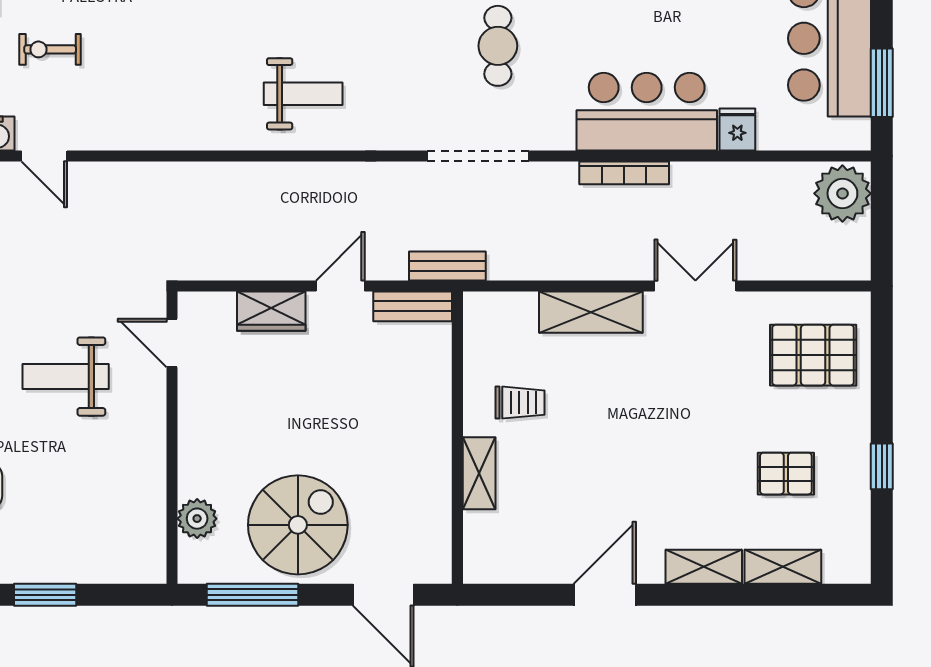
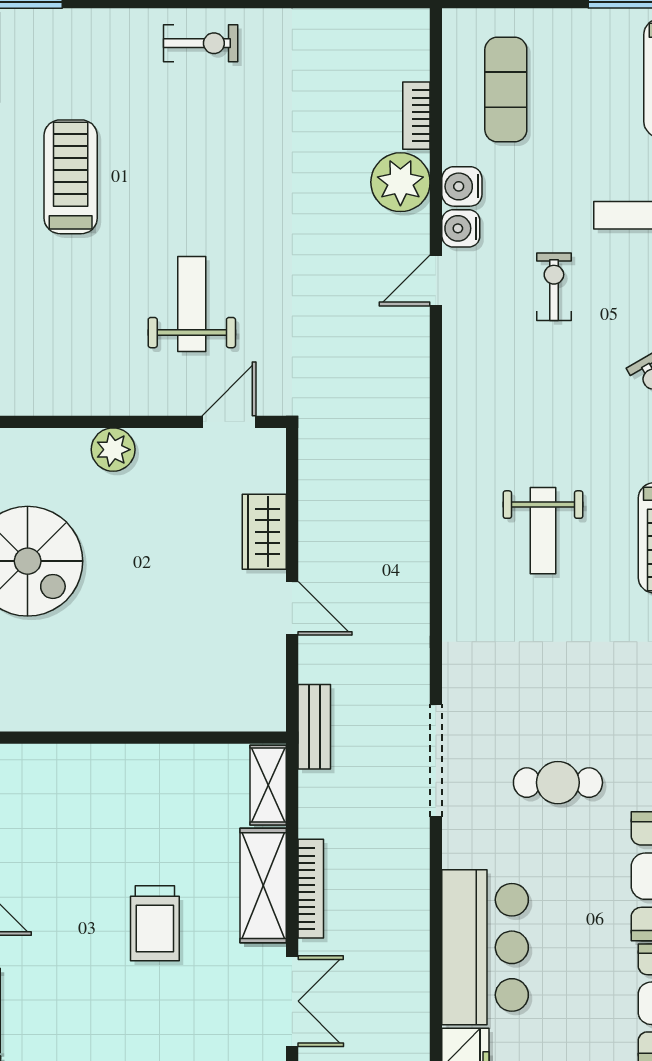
weight bench: (303, 94) -> (543, 531), moved
bookcase: (624, 173) -> (311, 889), moved, turned 180
bench: (413, 306) -> (269, 688), removed
trolley: (520, 403) -> (155, 923), moved, width x1.36, depth x1.39
shelving: (479, 473) -> (268, 785), moved, turned 90
plant: (197, 519) -> (113, 450), moved

